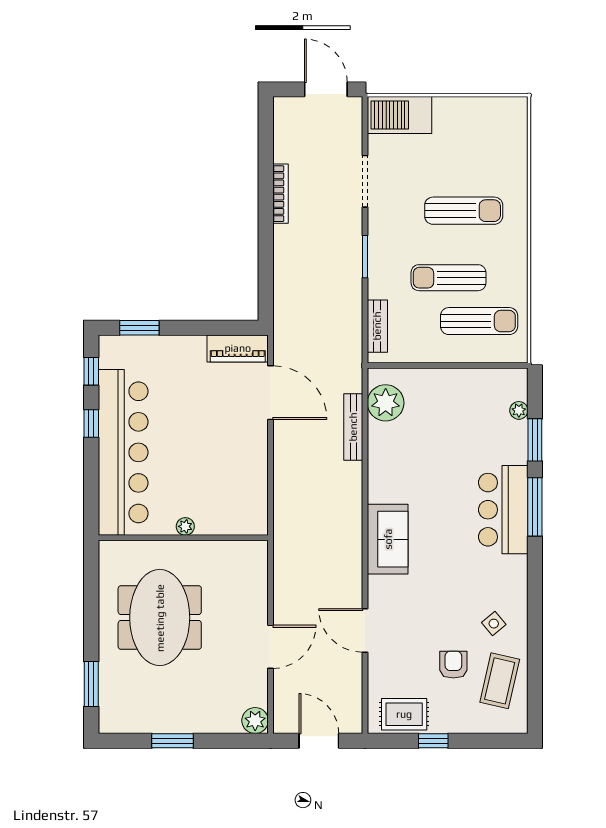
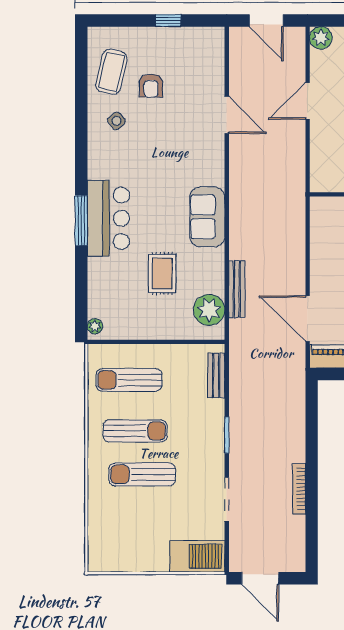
sun lounger: (448, 278) -> (135, 431), moved
plant: (519, 410) -> (95, 326), moved
window: (535, 440) -> (81, 278), removed
sofa: (388, 539) -> (207, 217), moved
rug: (404, 714) -> (162, 273), moved, turned 90

